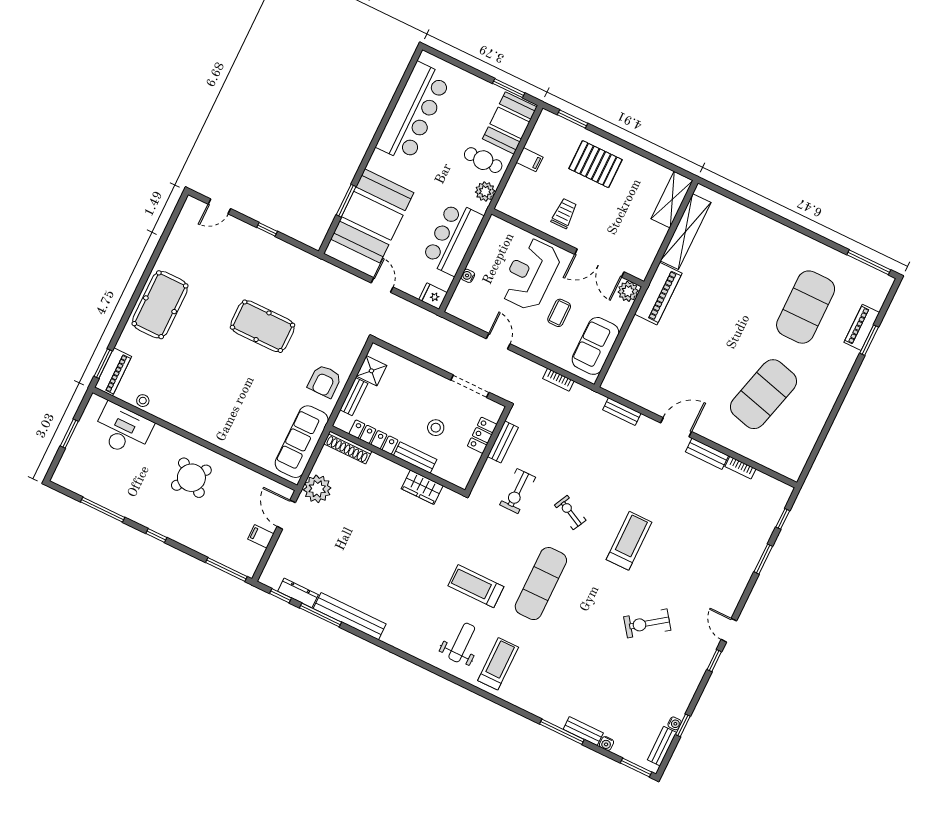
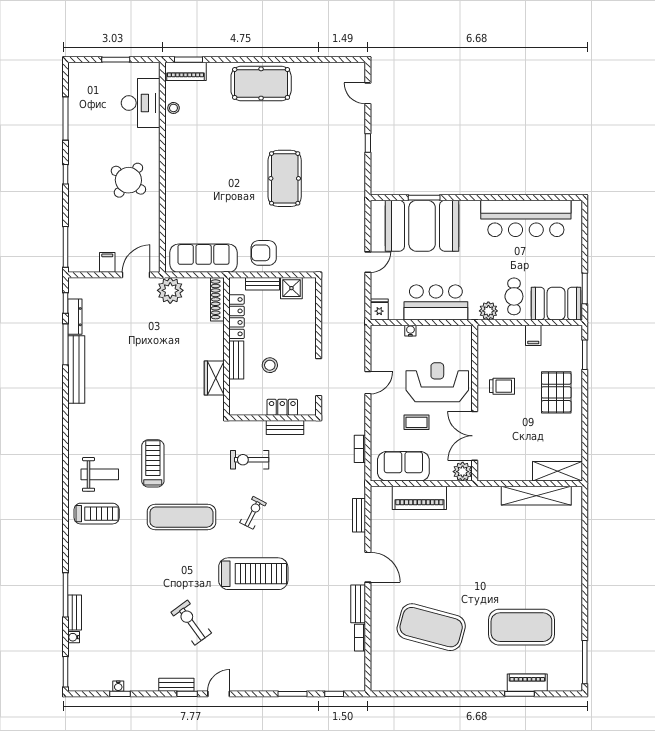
piano: (658, 294) -> (419, 498), moved
treadmill: (629, 541) -> (253, 574), width x1.37, depth x1.38
bench: (662, 746) -> (176, 685), moved

